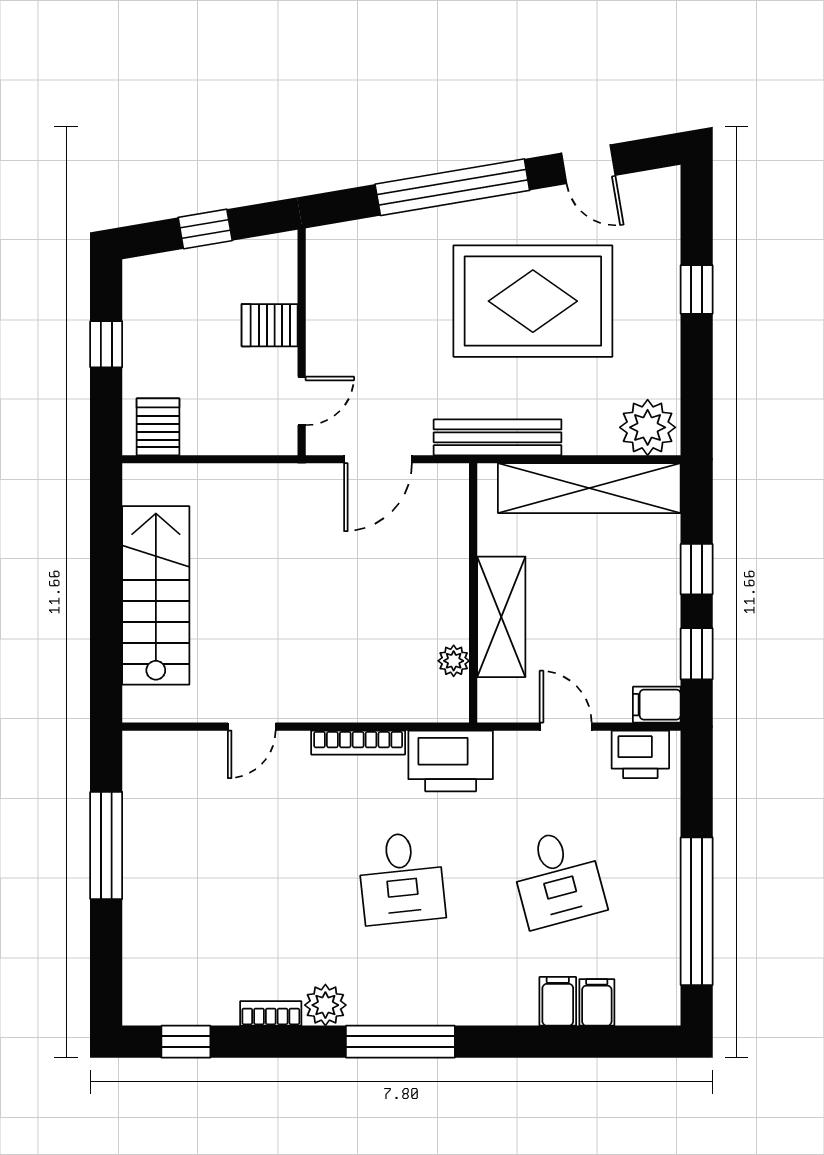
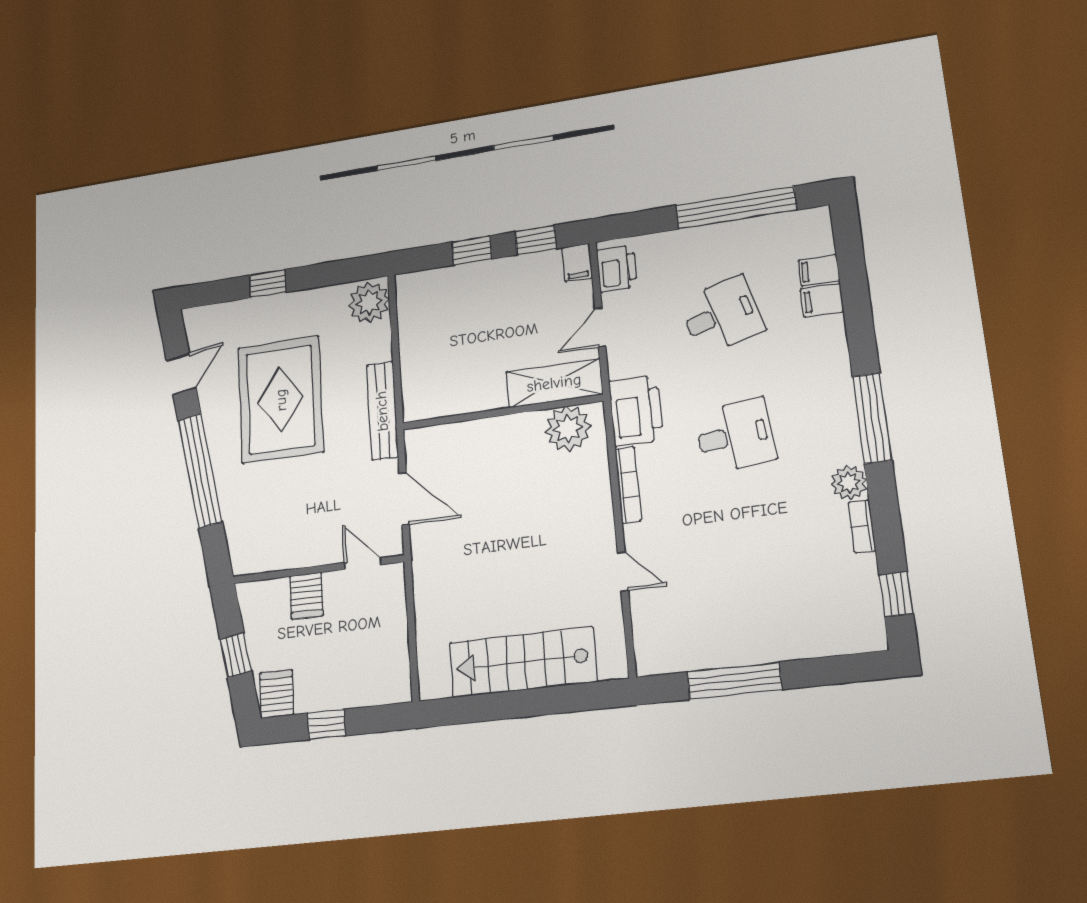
server rack: (158, 427) -> (277, 694), moved, turned 90
shelving: (589, 488) -> (416, 338), removed
shelving: (501, 617) -> (554, 383), moved
plant: (454, 661) -> (568, 428), width x1.87, depth x1.87

